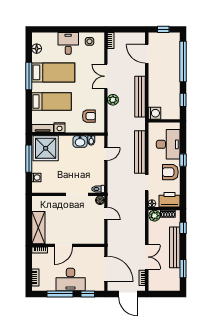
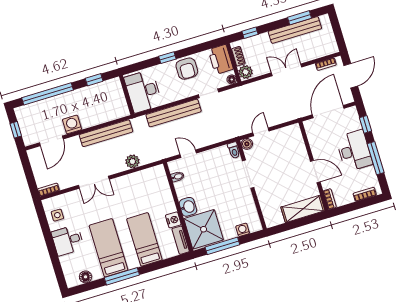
plant: (113, 100) -> (132, 161), moved
washing machine: (154, 113) -> (72, 124), moved
armchair: (89, 116) -> (149, 188), removed
washbasin: (80, 142) -> (188, 207), moved
desk: (168, 144) -> (143, 91), moved, turned -90
bench: (175, 247) -> (295, 30), moved
double door: (147, 257) -> (287, 70), moved

